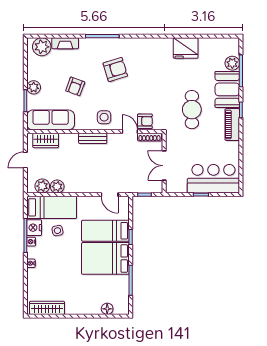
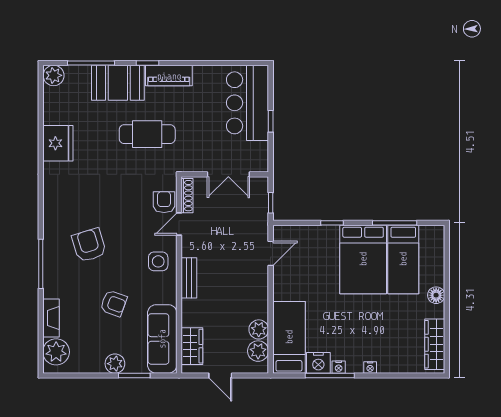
plant: (232, 63) -> (54, 75), moved
side table: (57, 231) -> (323, 329), removed
bed: (105, 231) -> (403, 259), moved
floor lamp: (107, 309) -> (436, 295), moved

